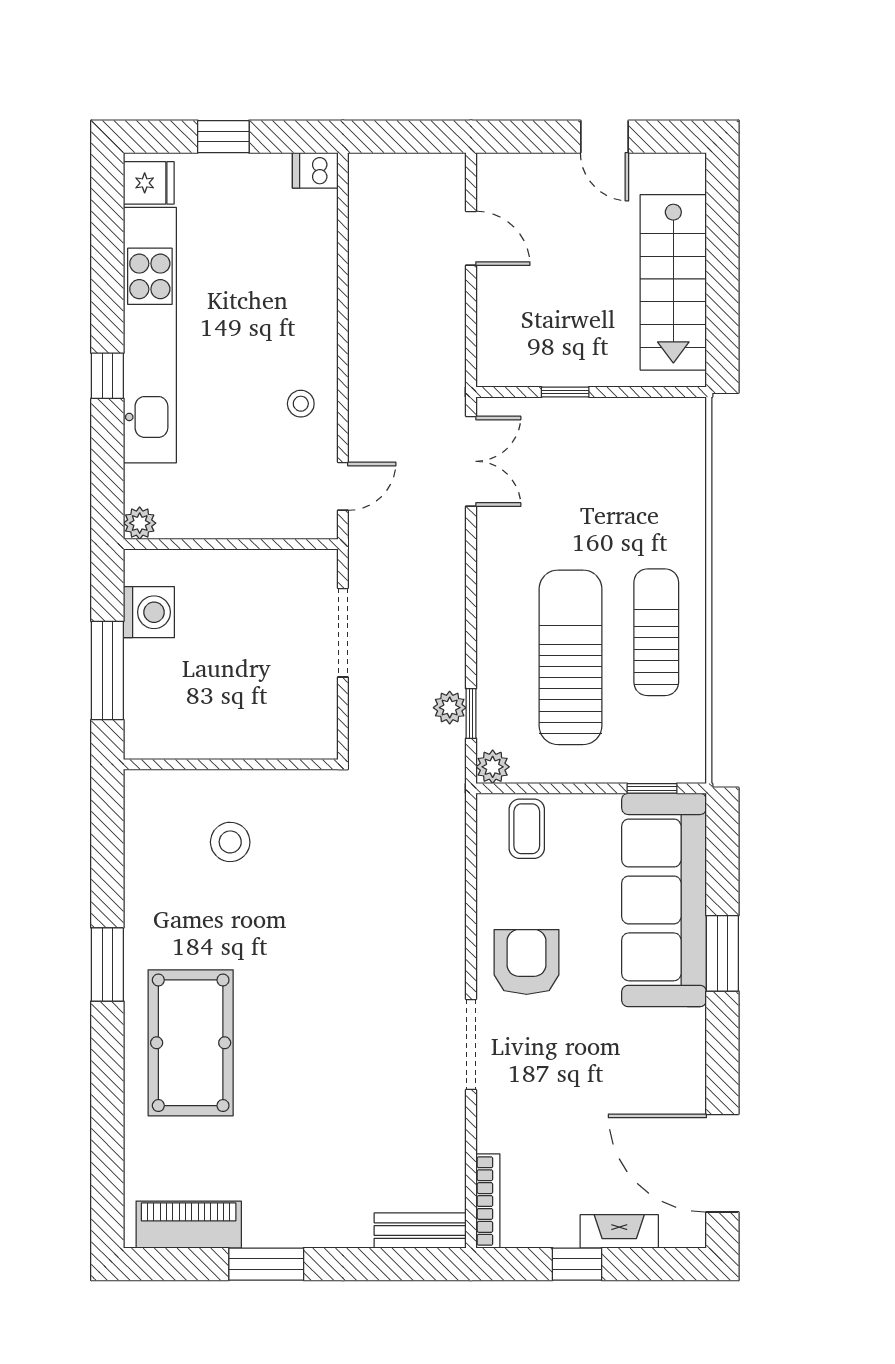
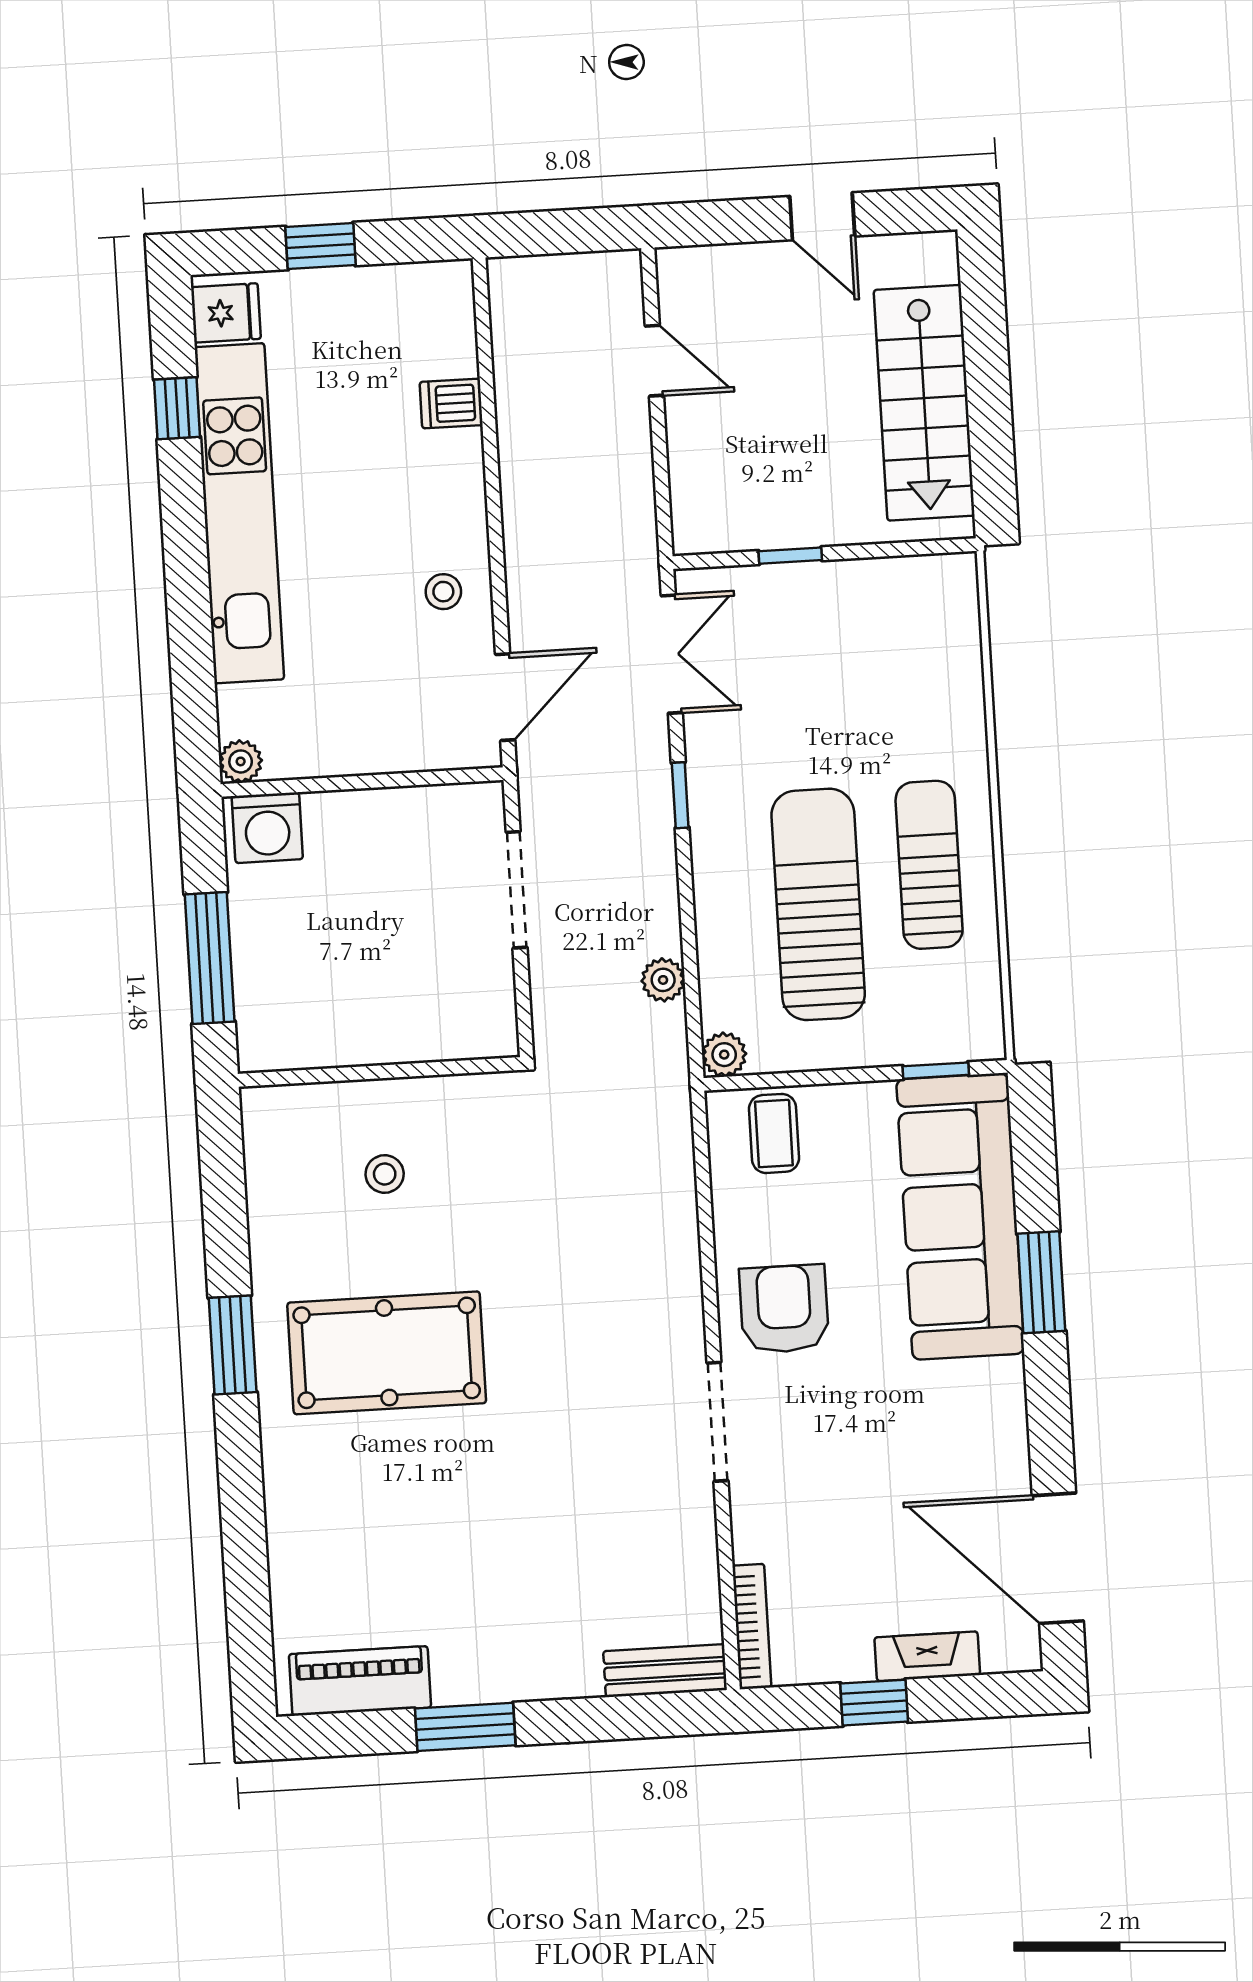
dishwasher: (315, 170) -> (451, 404), moved
window: (107, 376) -> (177, 408), moved
door: (343, 486) -> (505, 697), width x1.38
washing machine: (149, 612) -> (267, 828), moved, turned 90
window: (471, 714) -> (680, 795), moved
stool: (230, 842) -> (385, 1174), width x0.73, depth x0.73
pool table: (191, 1043) -> (387, 1353), moved, turned 90

